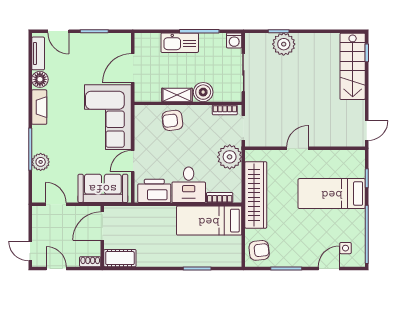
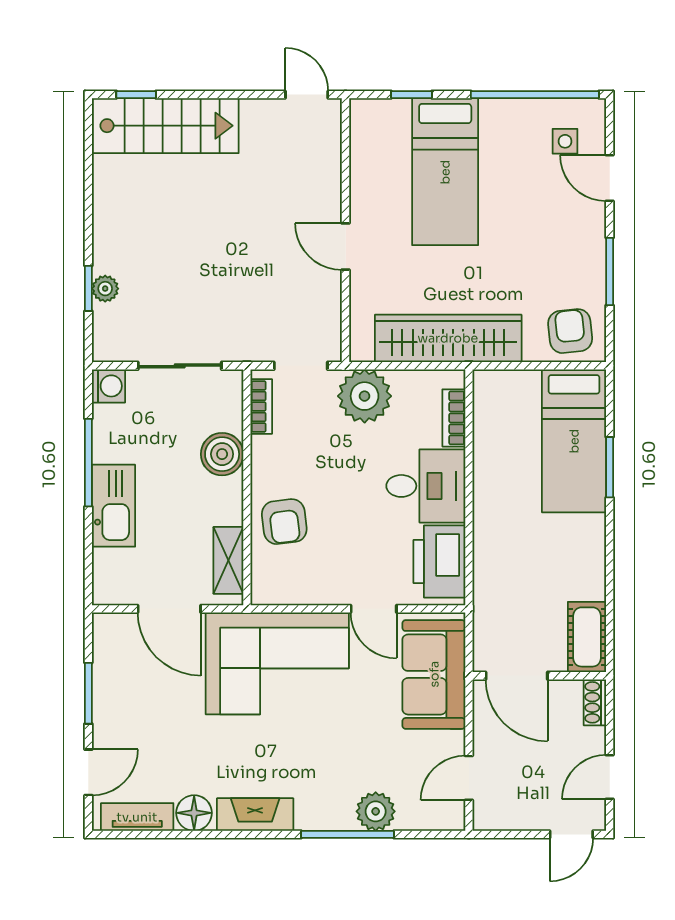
plant: (284, 44) -> (105, 289), width x0.53, depth x0.53
shelving: (177, 95) -> (228, 560), moved
bed: (209, 221) -> (574, 441), moved

